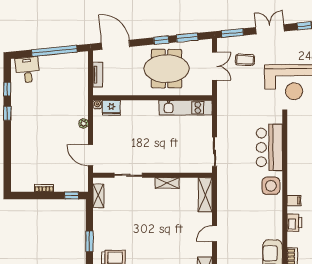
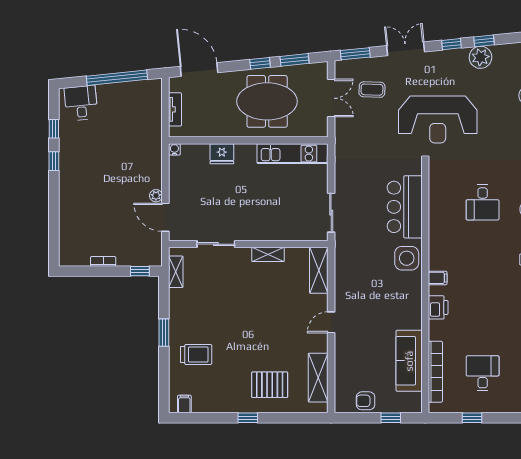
fridge: (111, 108) -> (222, 154), moved
plant: (84, 123) -> (156, 196), moved

